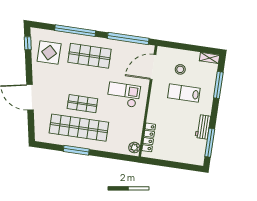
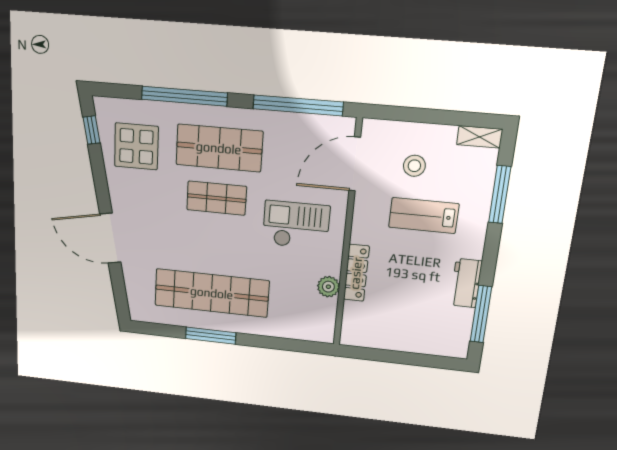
shop shelf: (82, 104) -> (217, 198), moved
locker: (149, 137) -> (356, 273), moved
plant: (134, 148) -> (328, 287), moved

